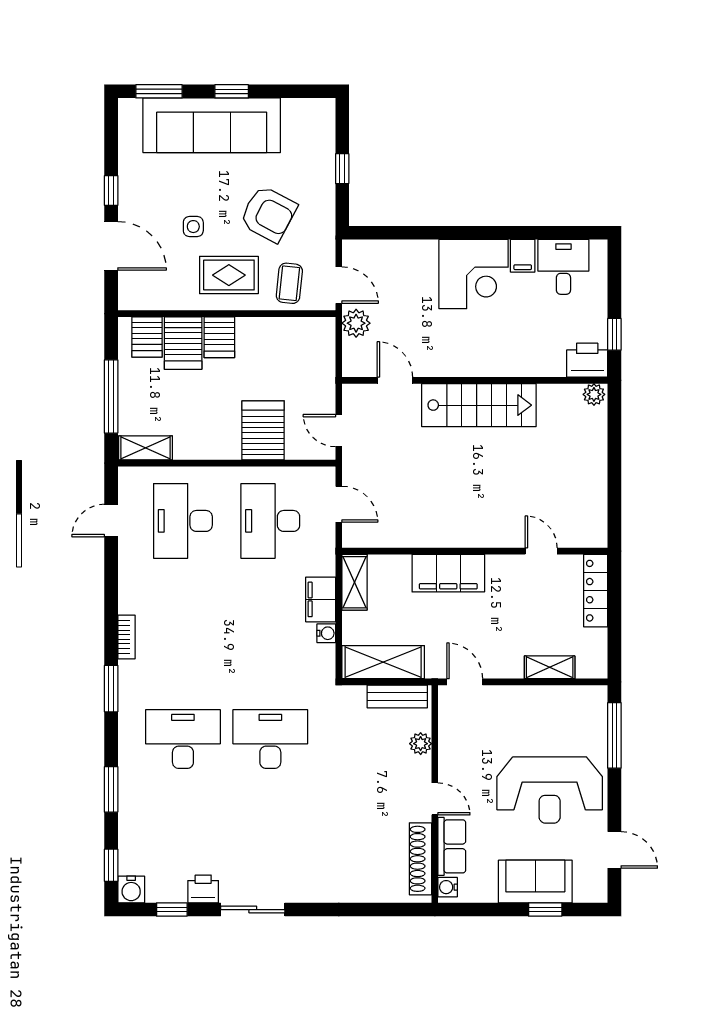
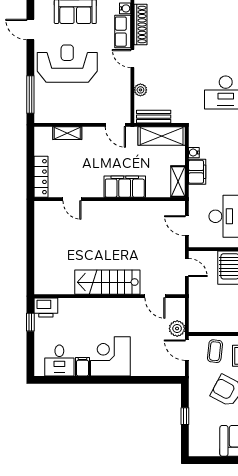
plant: (594, 394) -> (42, 288), removed

